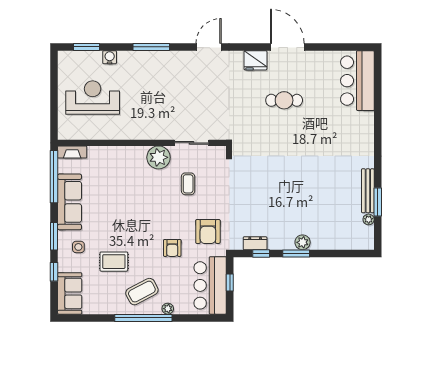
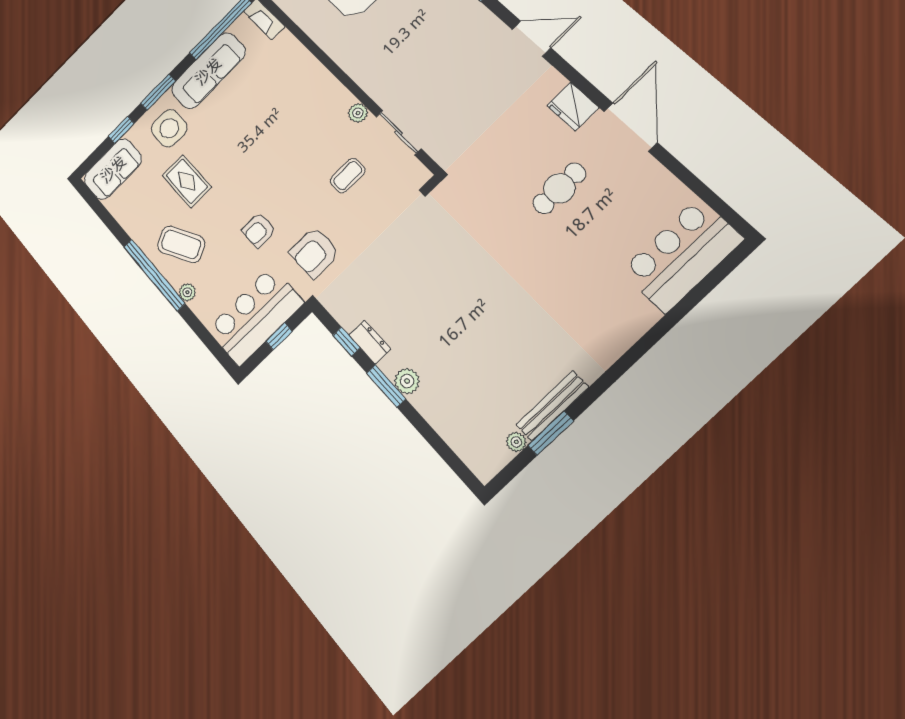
cafe table: (284, 100) -> (559, 188), turned 90
plant: (159, 157) -> (358, 113), width x0.53, depth x0.53
dresser: (255, 243) -> (370, 342), moved
side table: (78, 247) -> (169, 128), width x1.87, depth x1.87

